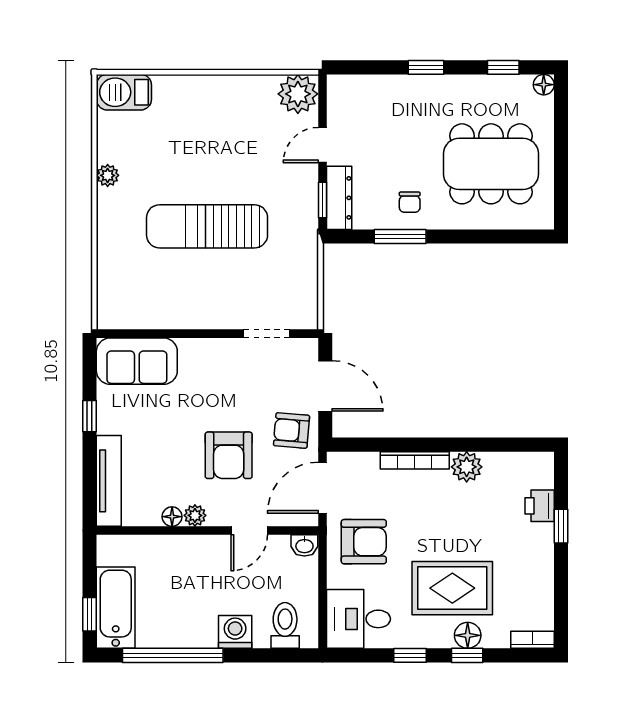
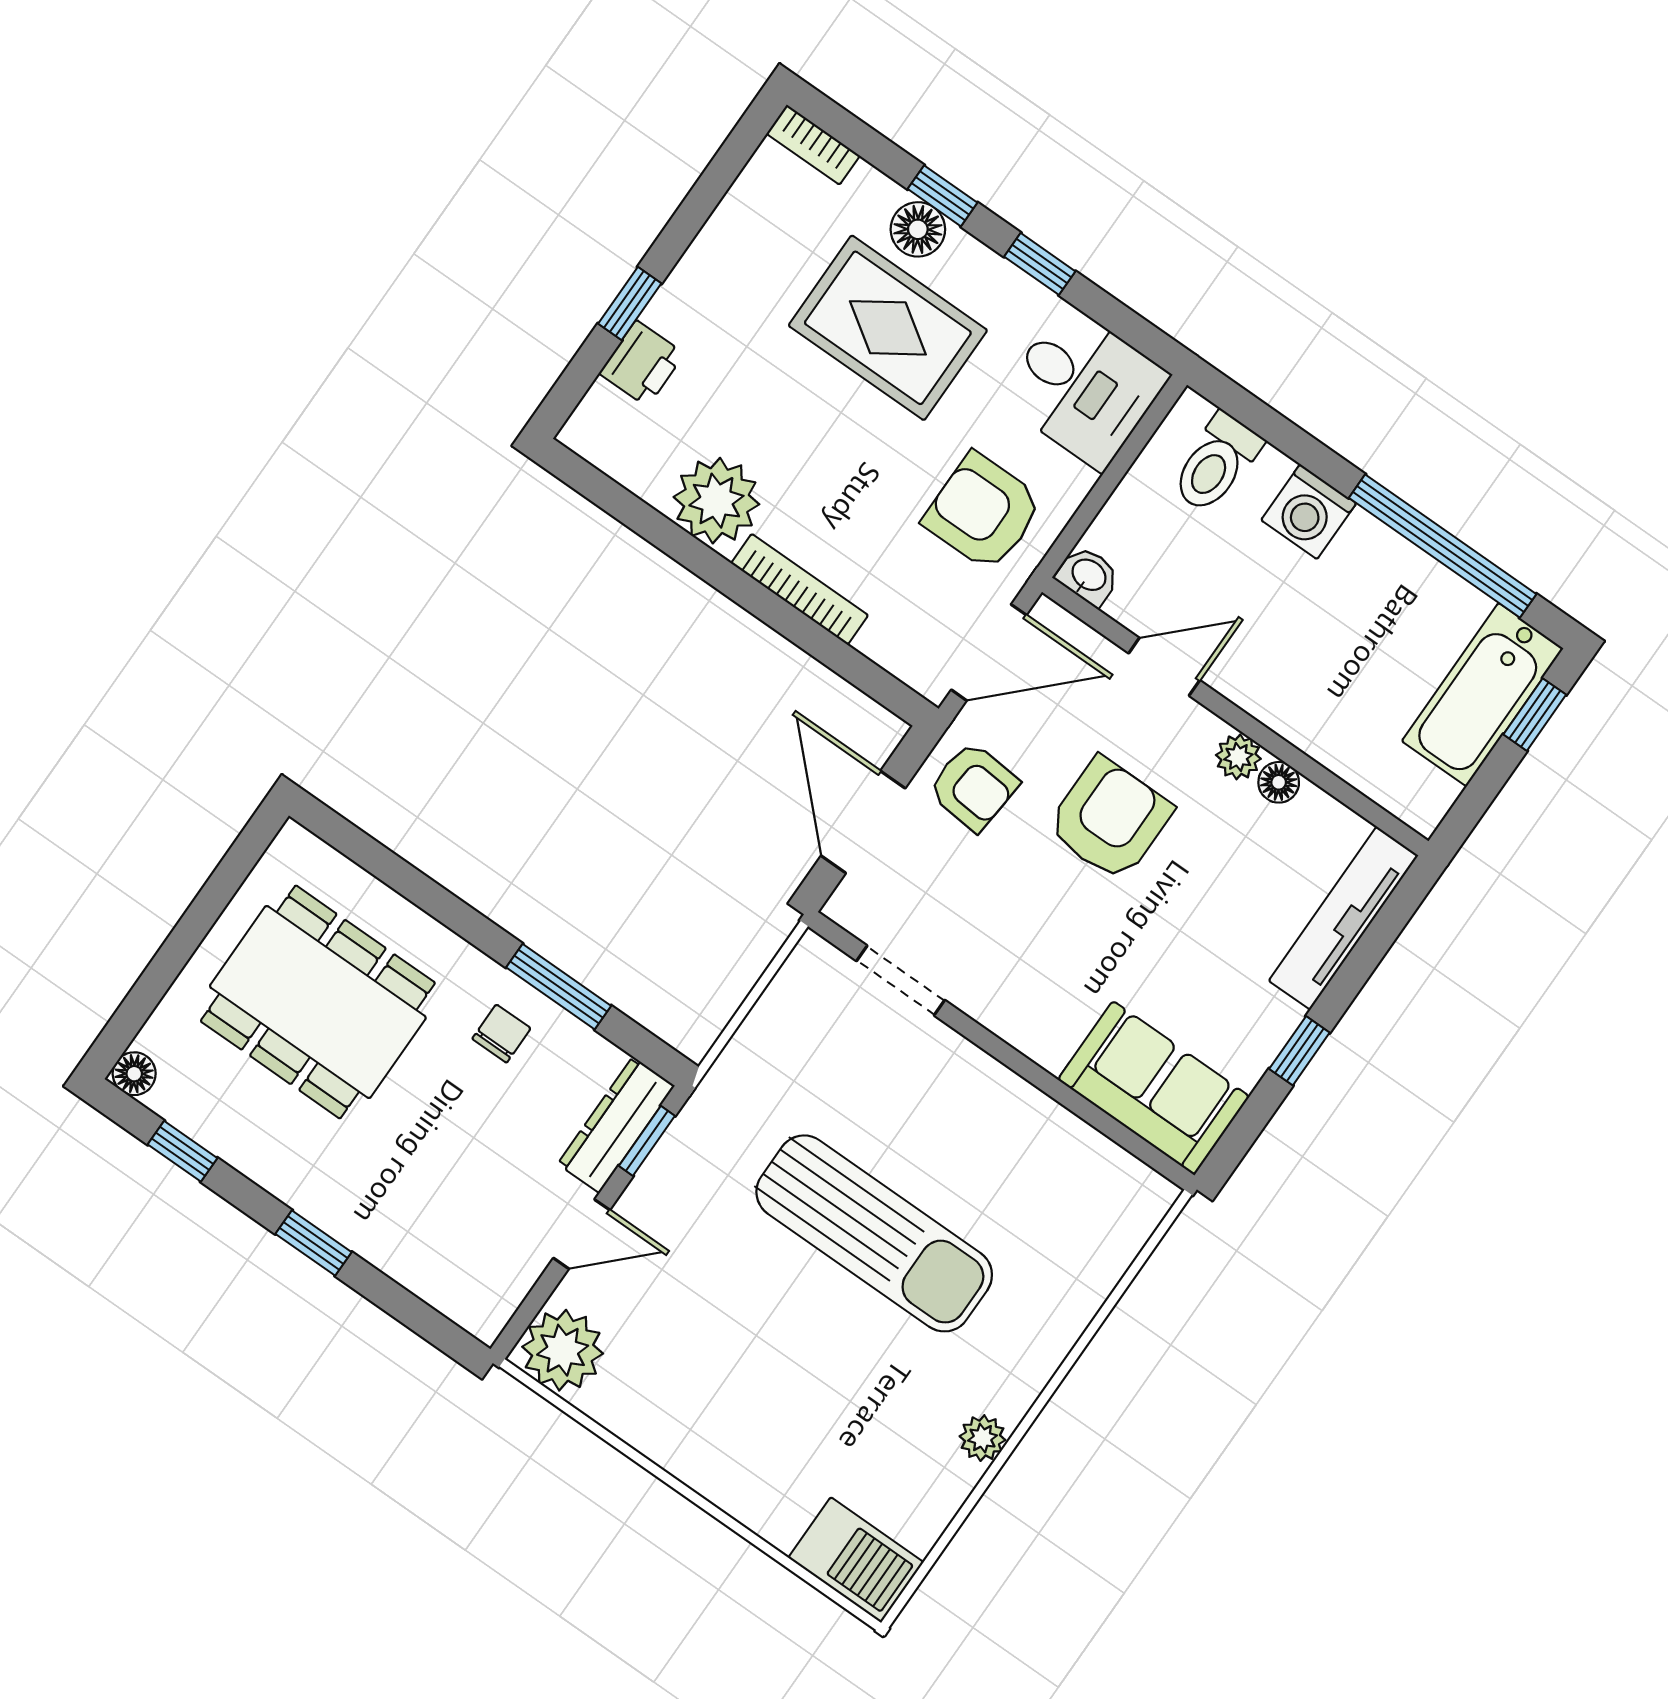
plant: (467, 467) -> (716, 501), width x1.36, depth x1.36

